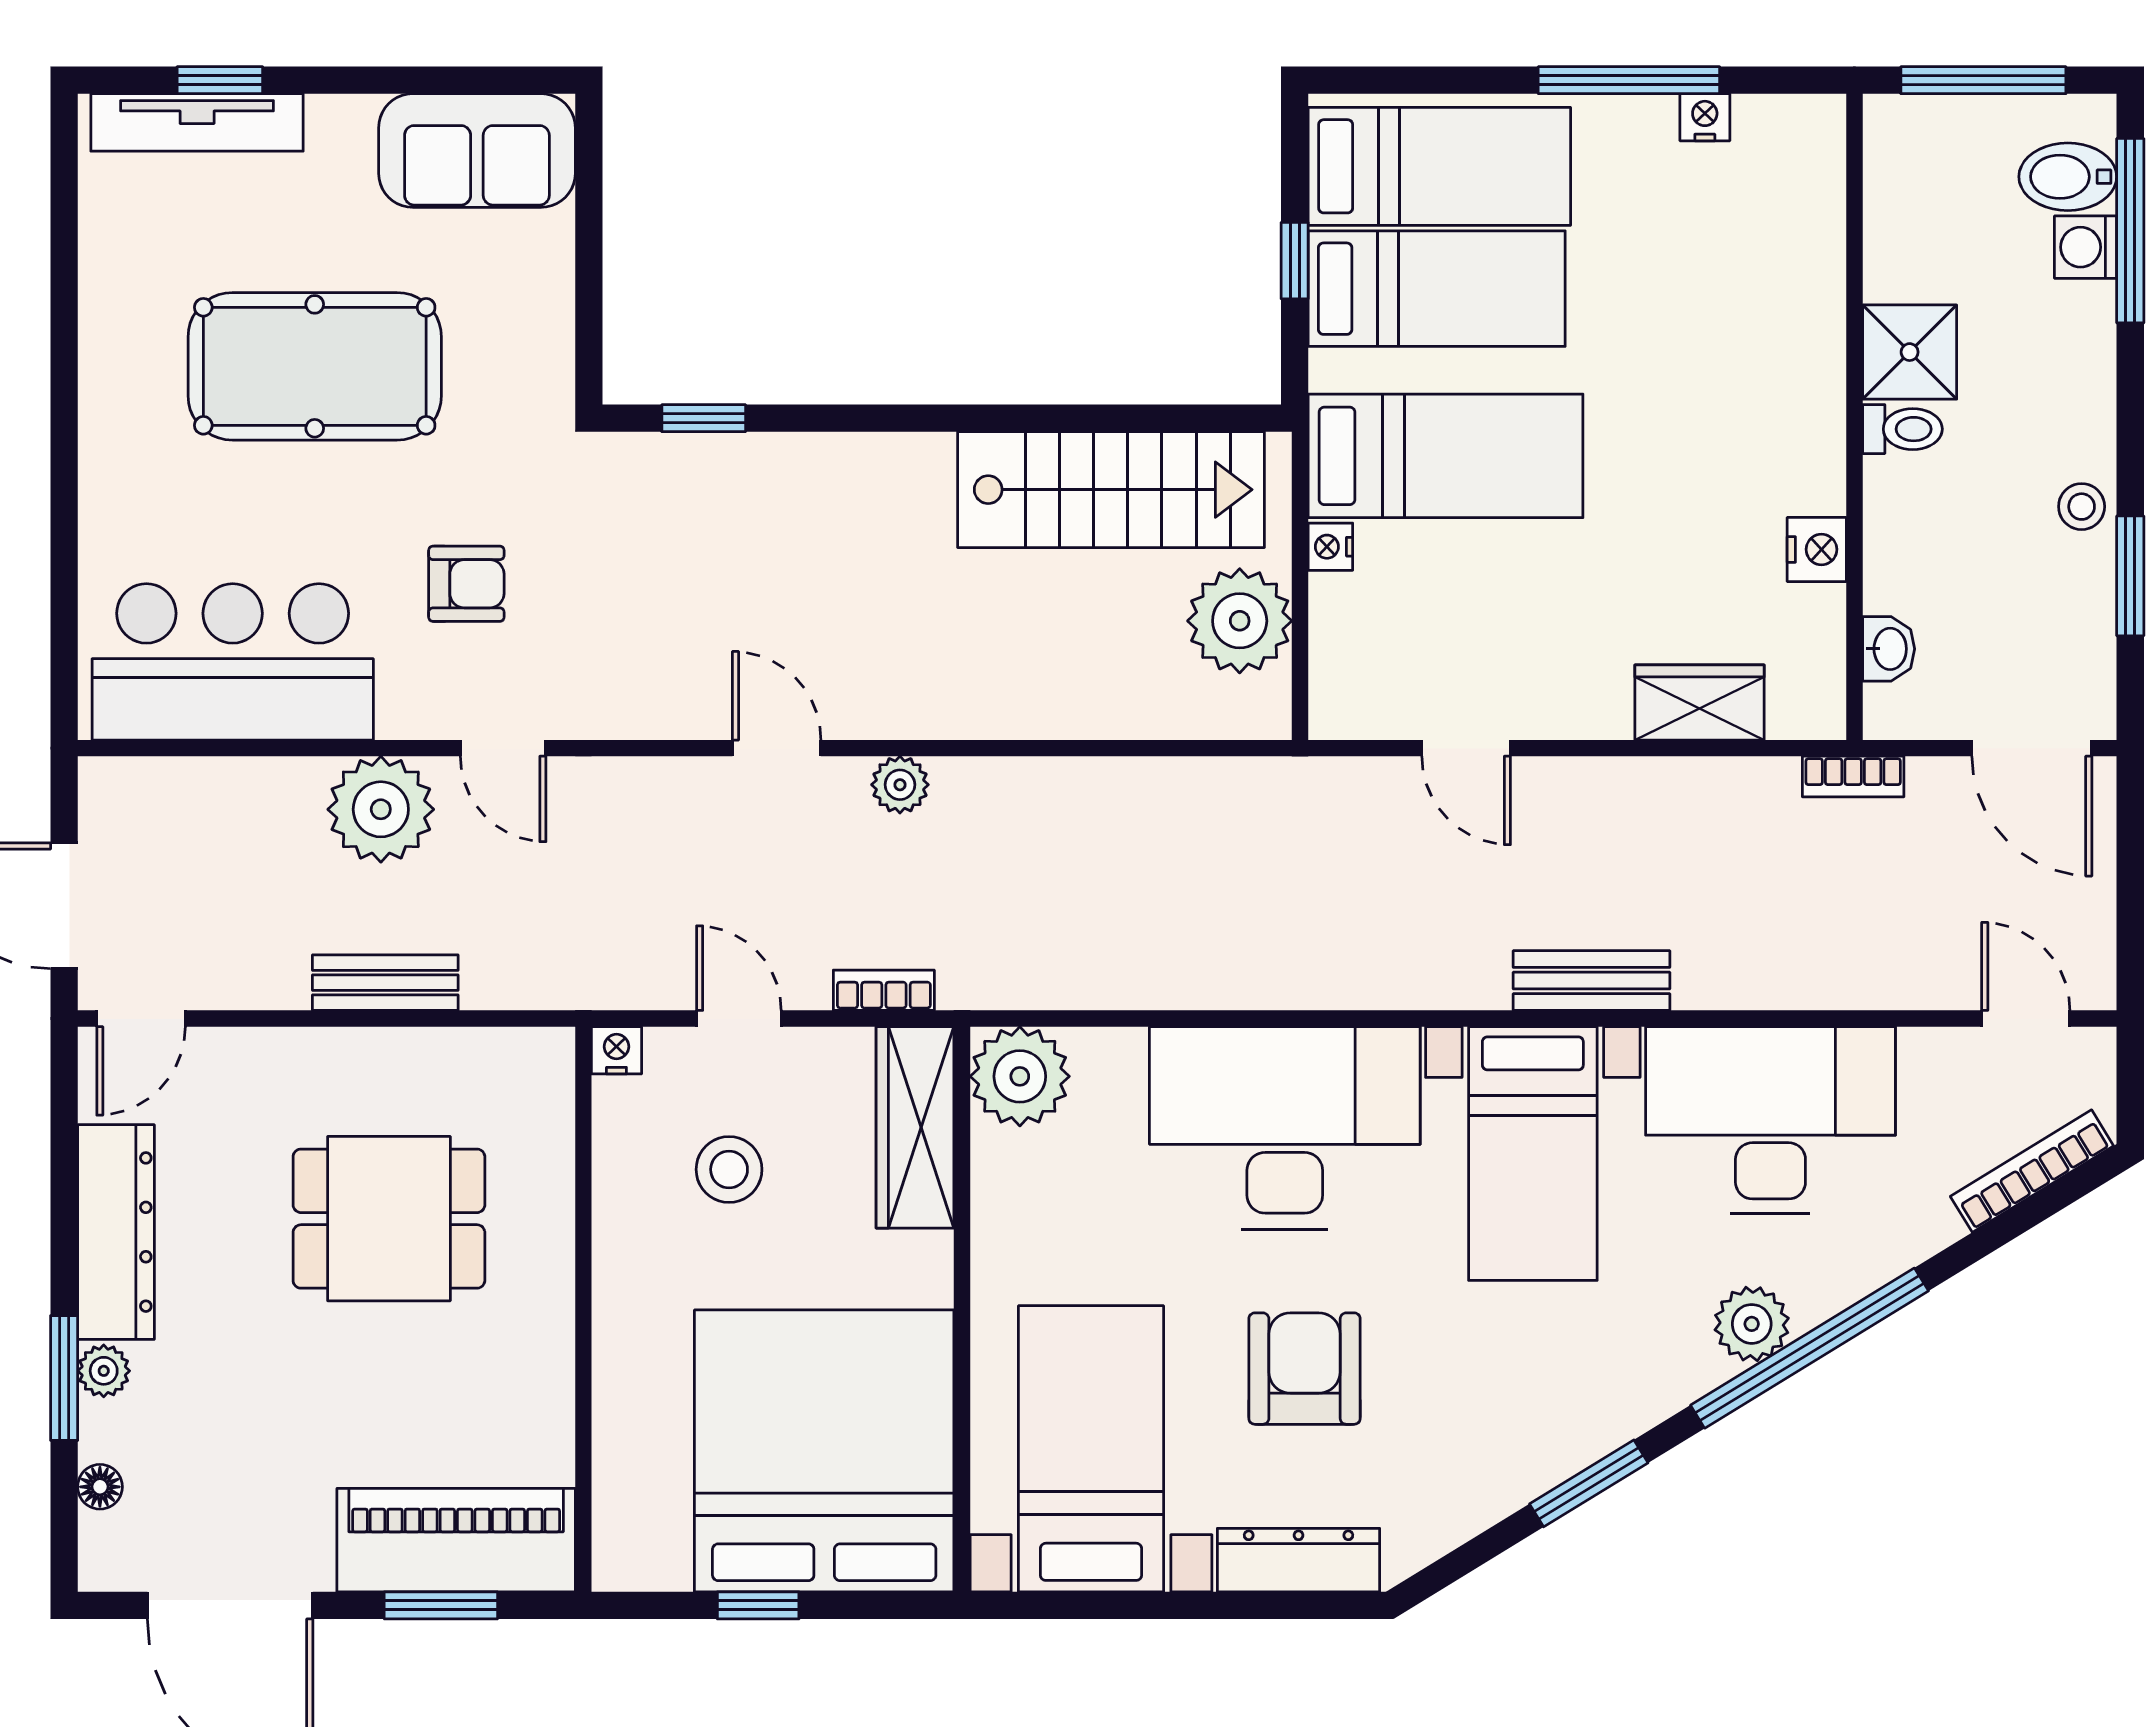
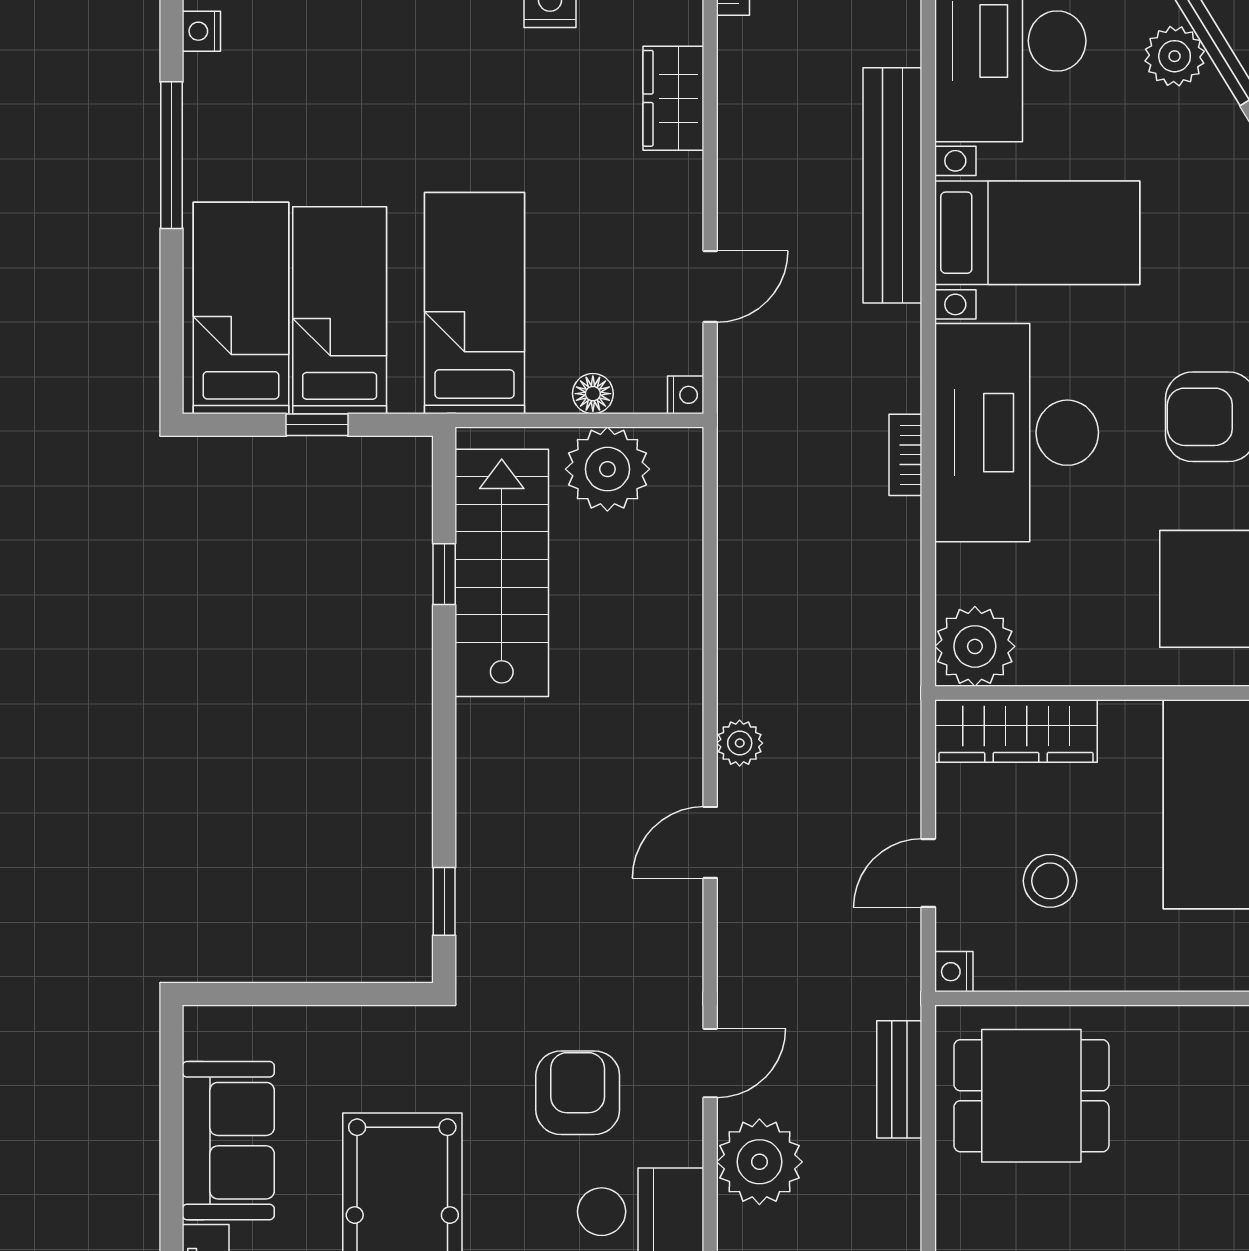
nightstand: (1705, 117) -> (201, 31), moved
sofa: (477, 151) -> (228, 1141), moved
window: (1109, 418) -> (444, 574), added
nightstand: (1330, 547) -> (686, 395), moved, turned -90
armchair: (466, 584) -> (578, 1093), width x1.38, depth x1.38
floor lamp: (1333, 603) -> (593, 394), added
bench: (1592, 981) -> (892, 185), width x1.86, depth x1.21
bench: (385, 983) -> (899, 1079), moved
bookcase: (884, 990) -> (905, 455), moved
dining table: (389, 1219) -> (1031, 1096), moved, turned 90

